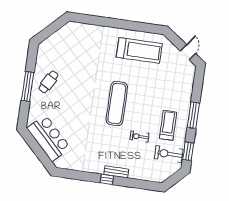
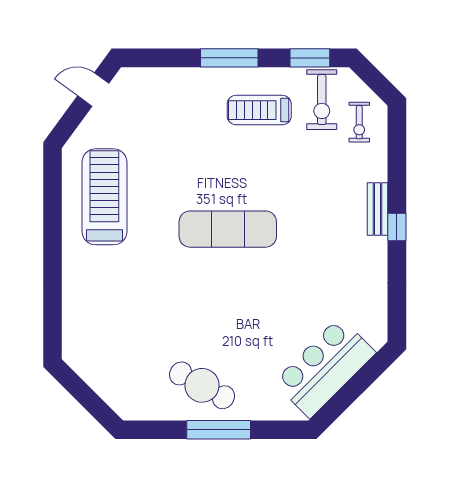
cafe table: (49, 82) -> (202, 385), width x1.37, depth x1.35
exercise bike: (140, 137) -> (359, 122), moved

